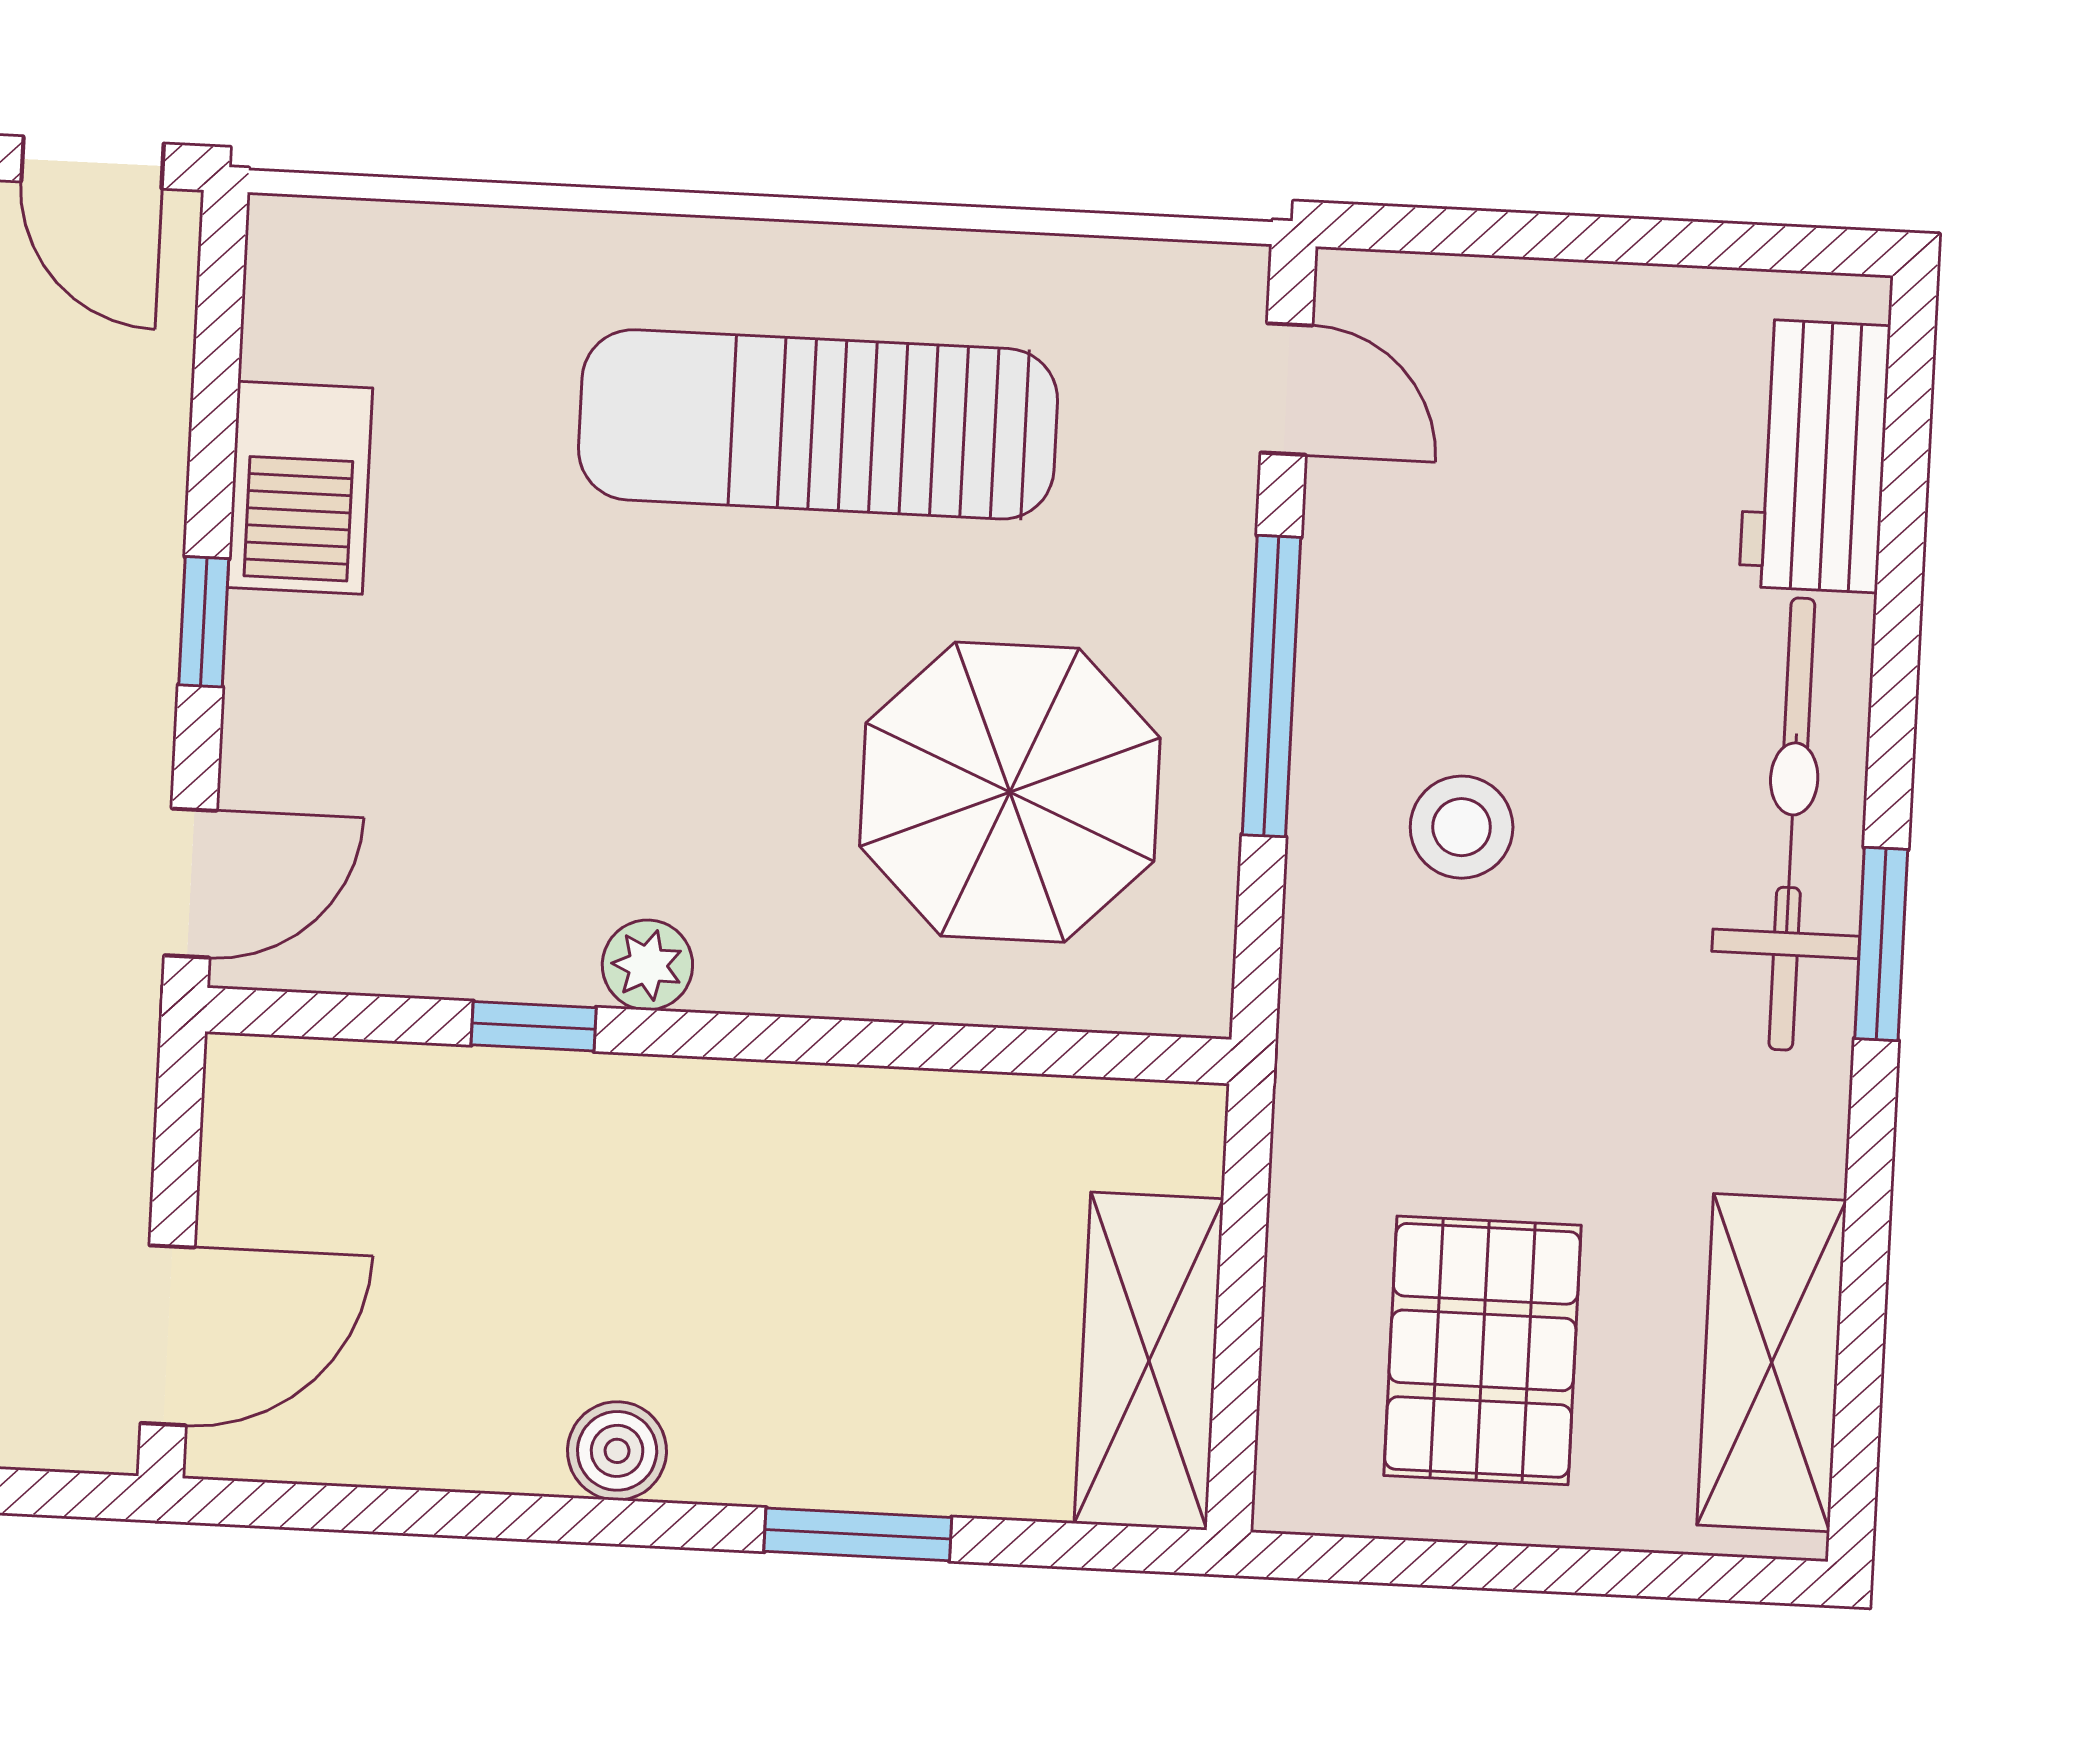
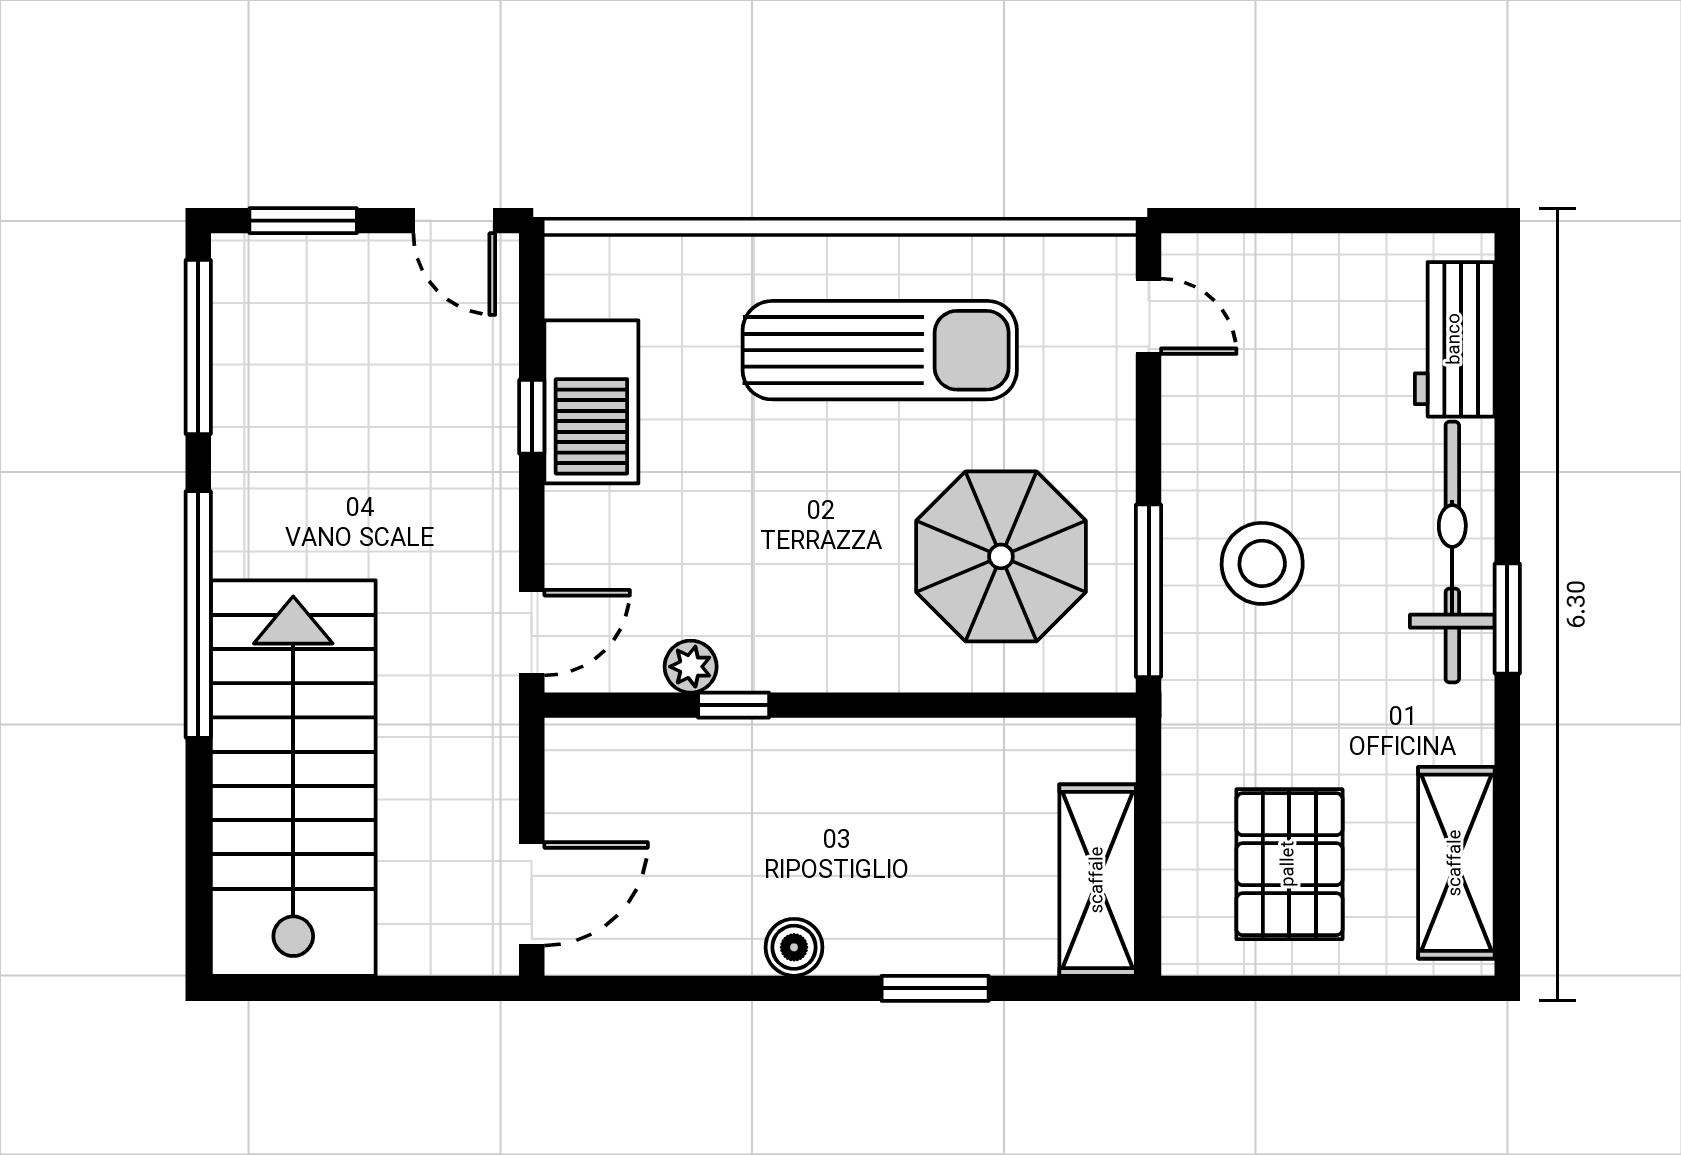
sun lounger: (818, 424) -> (880, 350), turned 180
barbecue: (300, 488) -> (591, 402), width x1.37, depth x1.21
window: (204, 622) -> (532, 417), moved
window: (1271, 686) -> (1149, 591), moved
stool: (1462, 827) -> (1262, 563), width x1.38, depth x1.38
plant: (647, 965) -> (691, 667), moved

